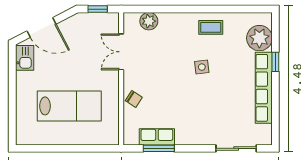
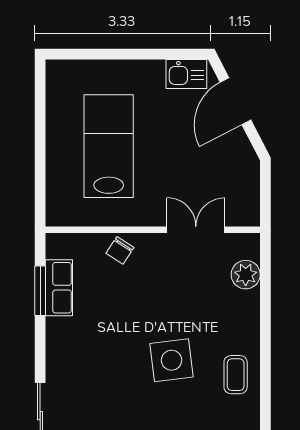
window: (98, 9) -> (265, 192), removed
side table: (202, 67) -> (171, 360), width x1.87, depth x1.87
lab bench: (69, 106) -> (109, 146), turned 180

